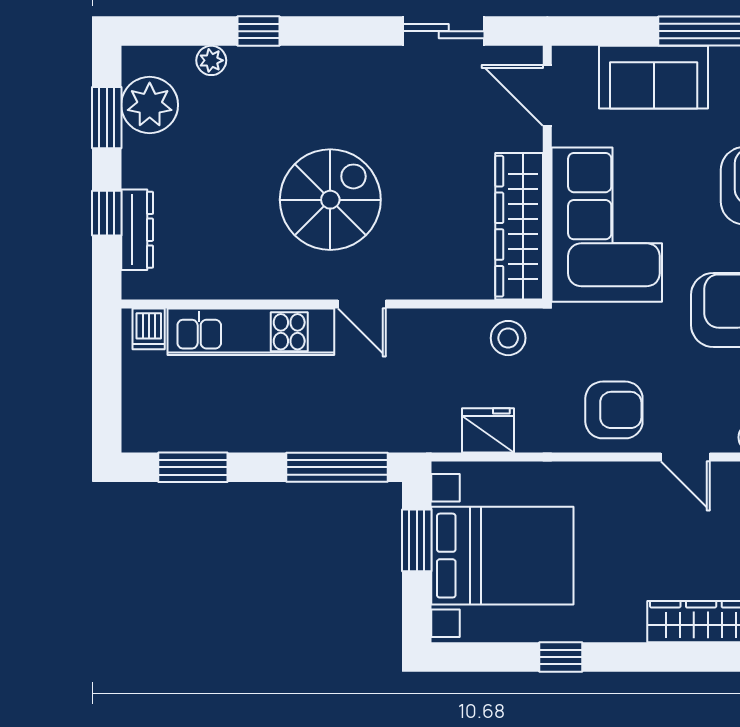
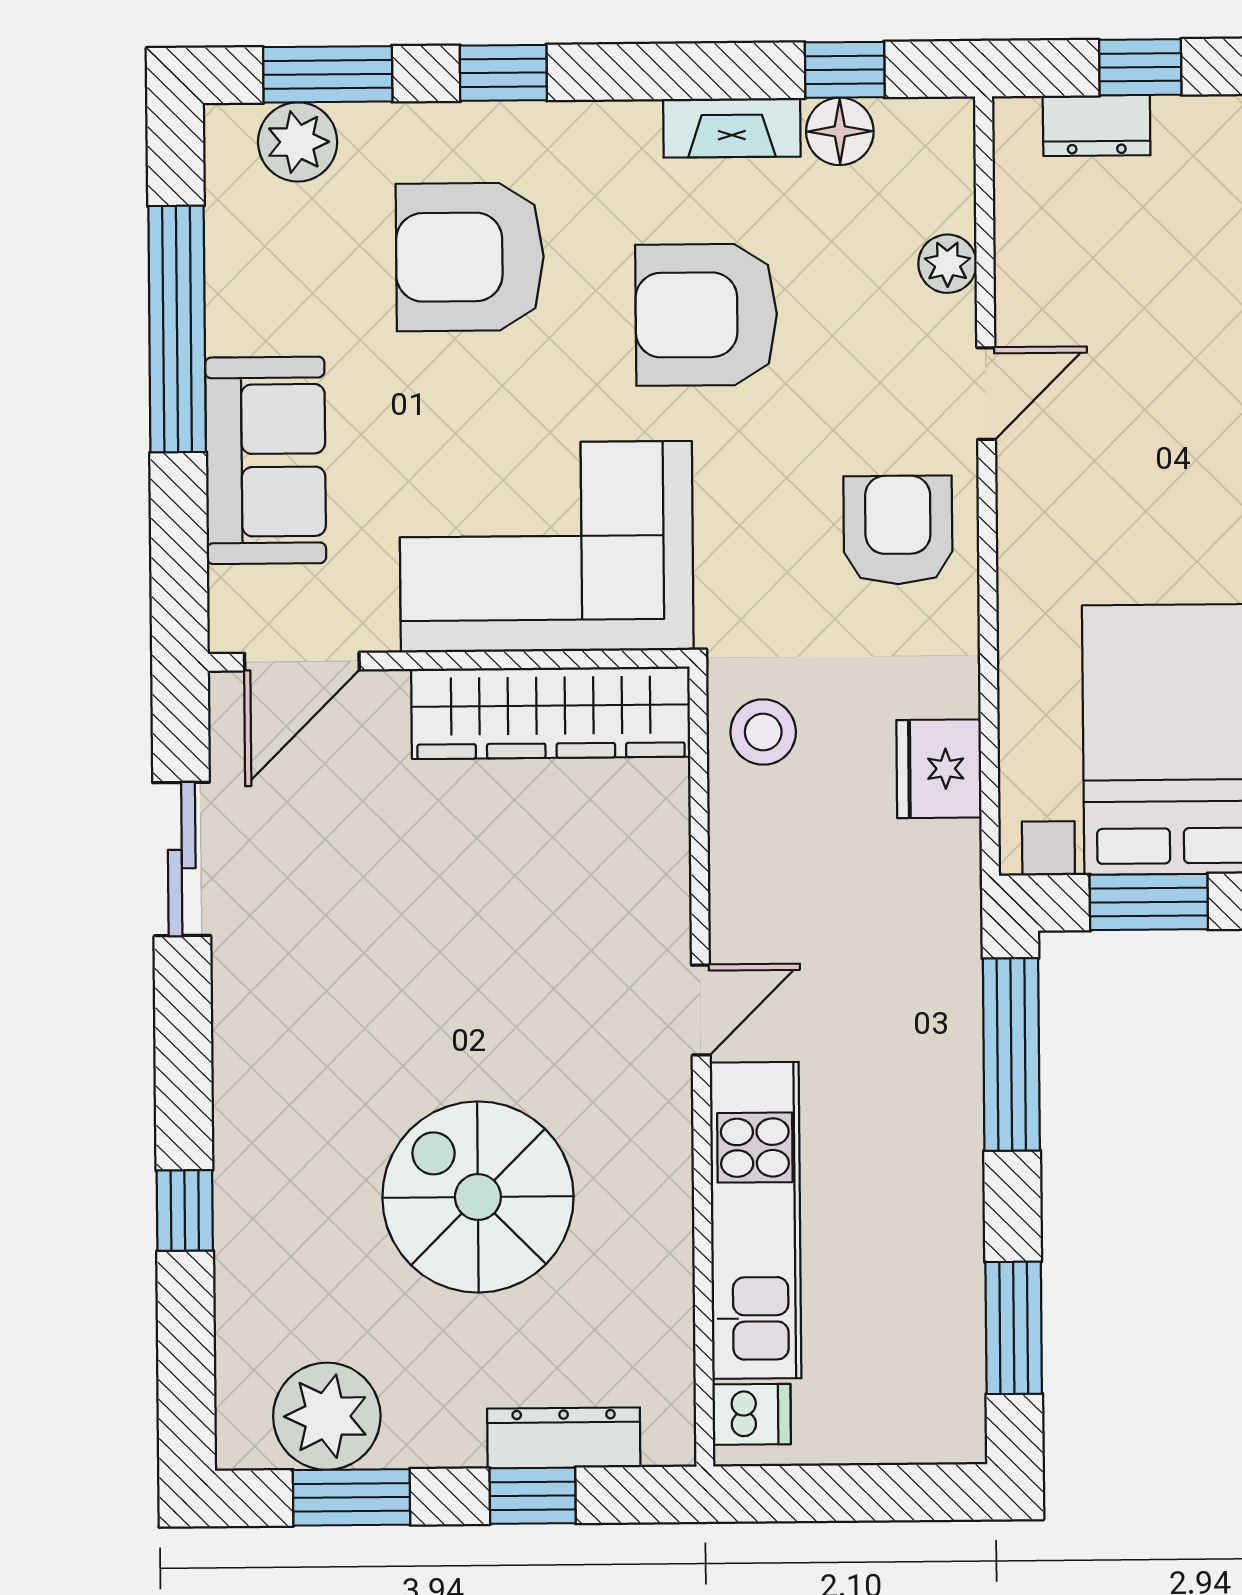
plant: (211, 60) -> (241, 1300), removed
spiral stairs: (330, 200) -> (478, 1197), moved

